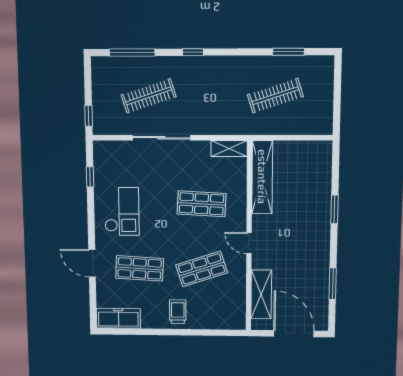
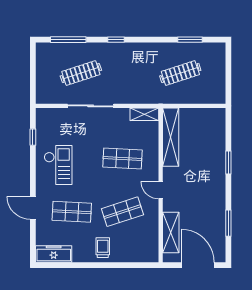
window: (89, 116) -> (33, 88), removed

